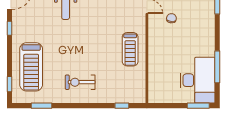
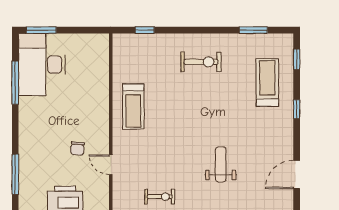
window: (10, 28) -> (297, 109), moved
treadmill: (130, 49) -> (133, 106), turned 180
treadmill: (31, 67) -> (267, 83), width x0.73, depth x0.73

